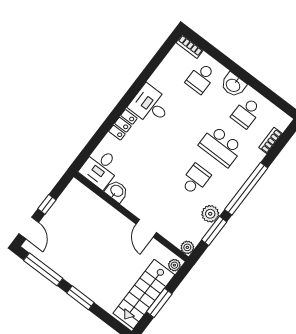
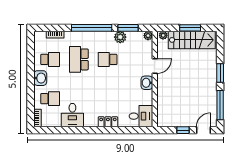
desk: (150, 105) -> (72, 115), moved
school desk: (221, 146) -> (79, 59), turned 180
washbasin: (117, 191) -> (147, 83), moved

